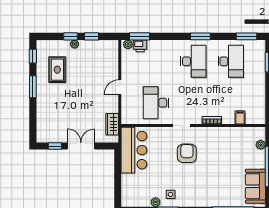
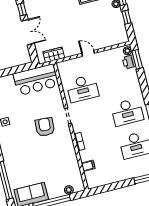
desk: (156, 103) -> (83, 88), turned 180
armchair: (187, 153) -> (45, 127), turned -86

